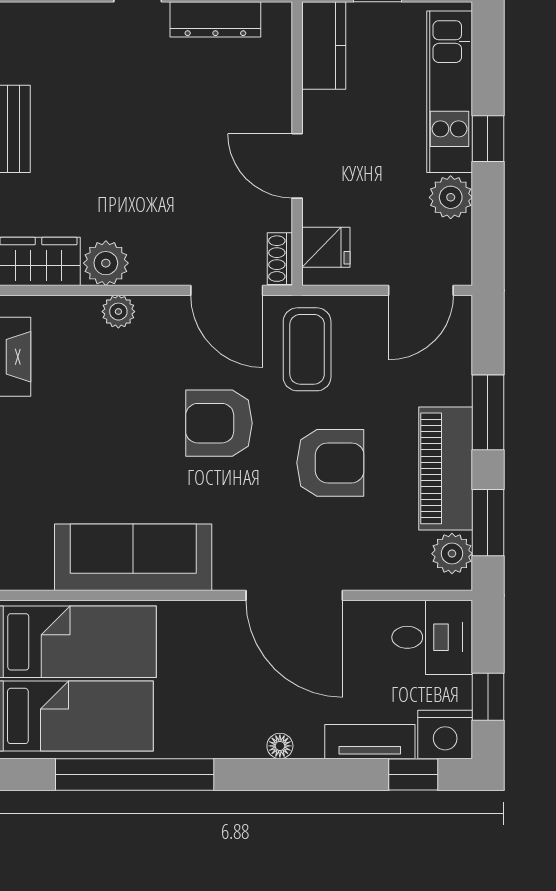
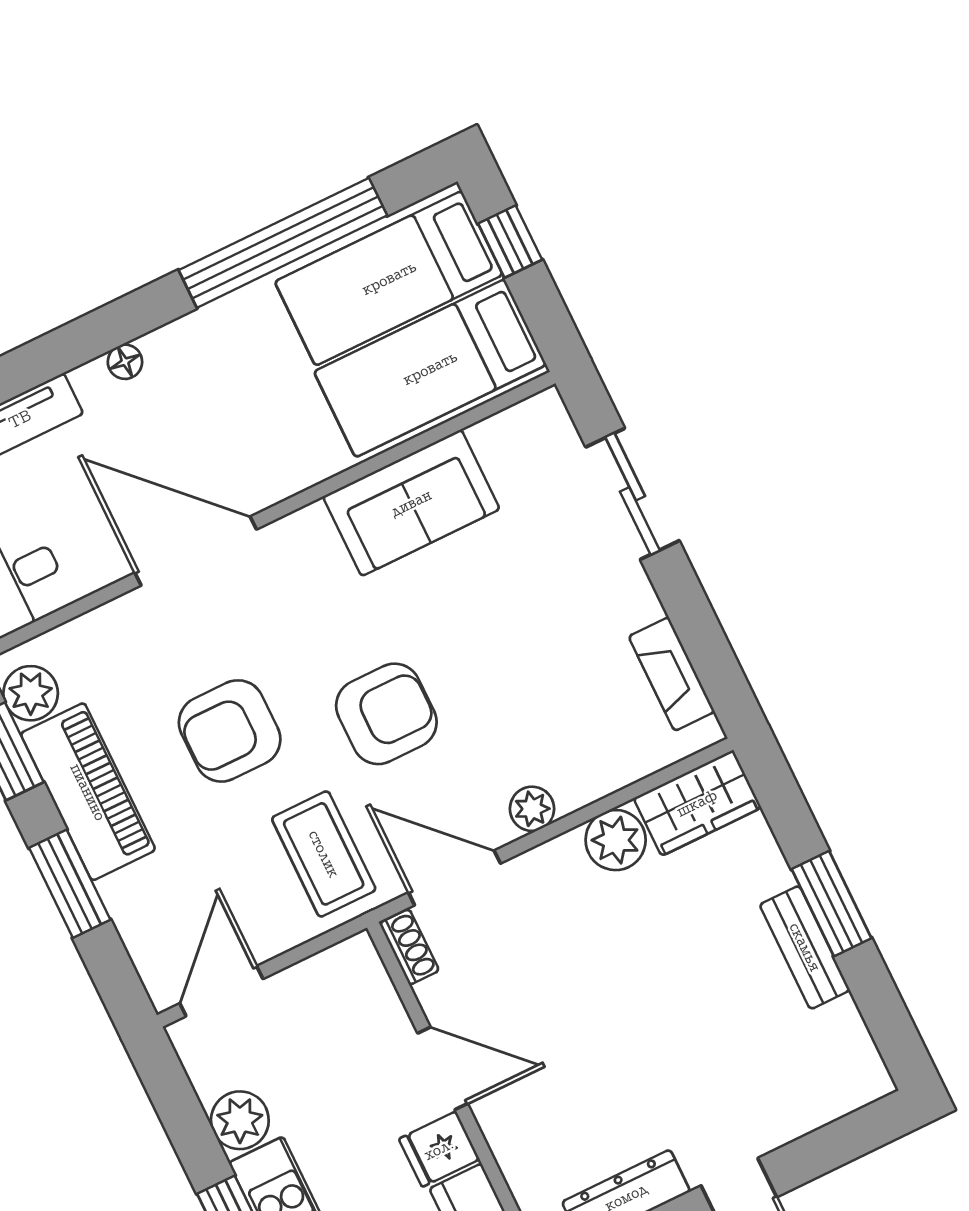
fridge: (326, 247) -> (439, 1149), moved
plant: (118, 312) -> (532, 809), moved
sofa: (133, 557) -> (411, 503), width x0.73

